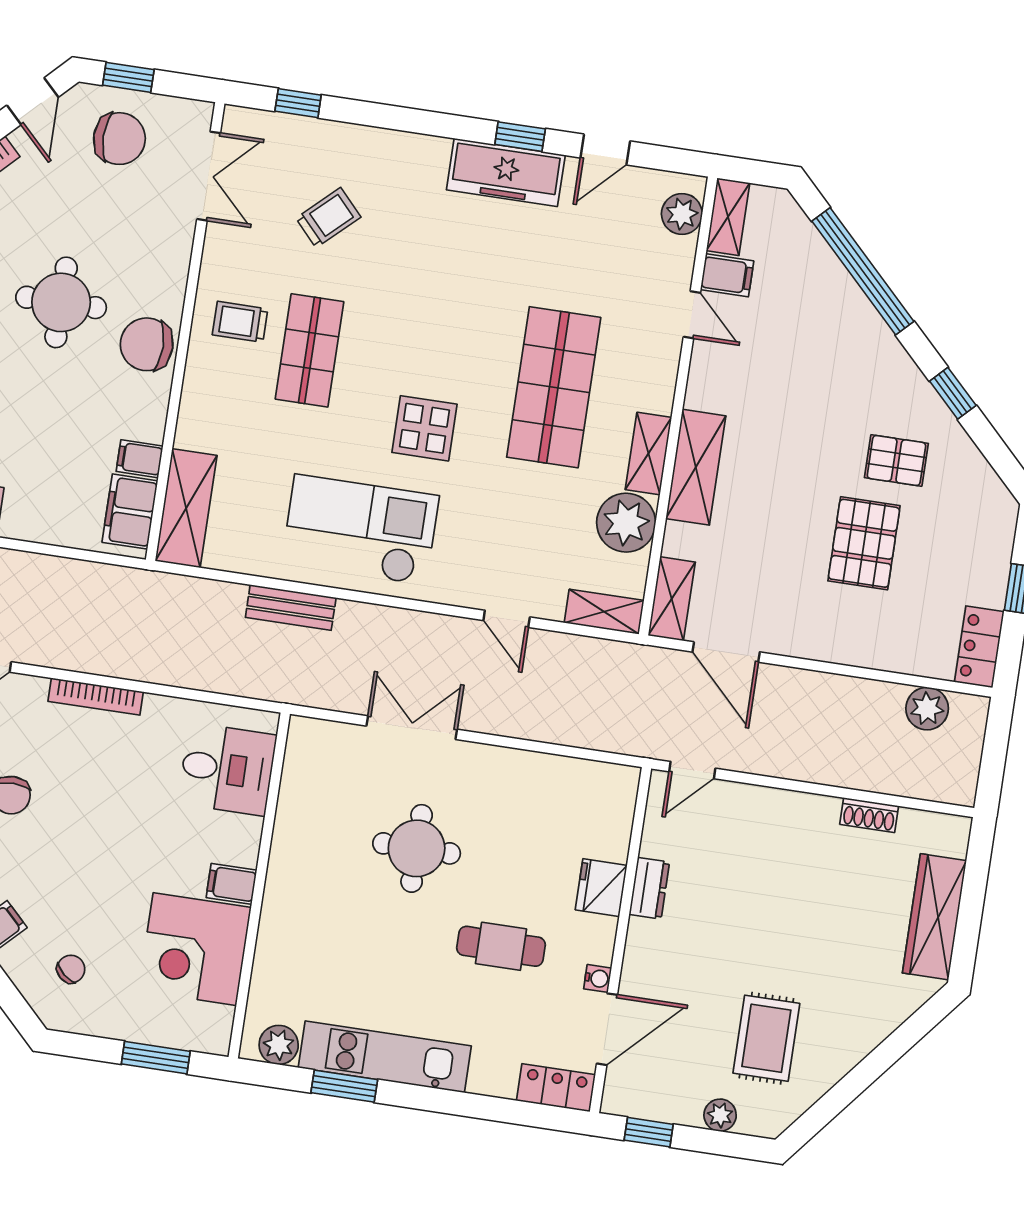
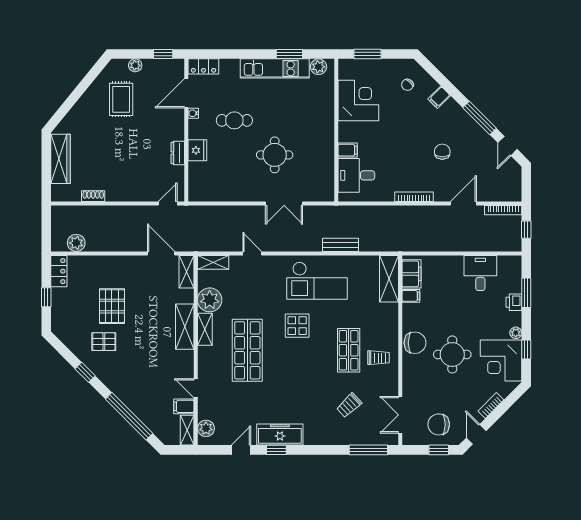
window: (298, 103) -> (368, 450), width x2.17
filing cabinet: (231, 884) -> (348, 150), moved

